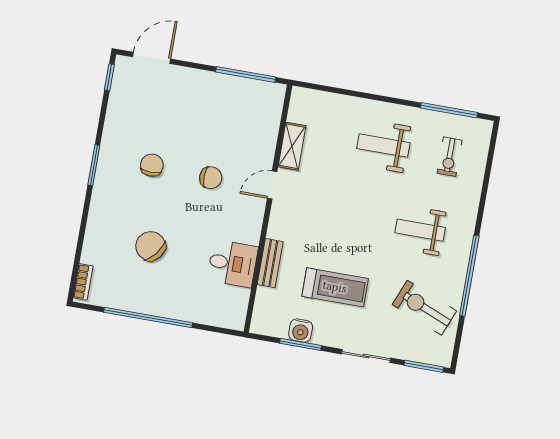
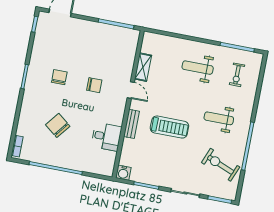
door: (272, 185) -> (131, 90), swing flipped
bench: (270, 263) -> (131, 124), moved
treadmill: (335, 287) -> (169, 127), moved
water cooler: (301, 331) -> (123, 173), moved

